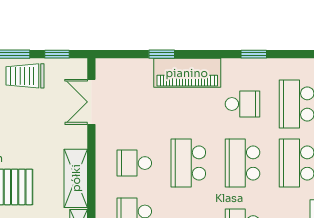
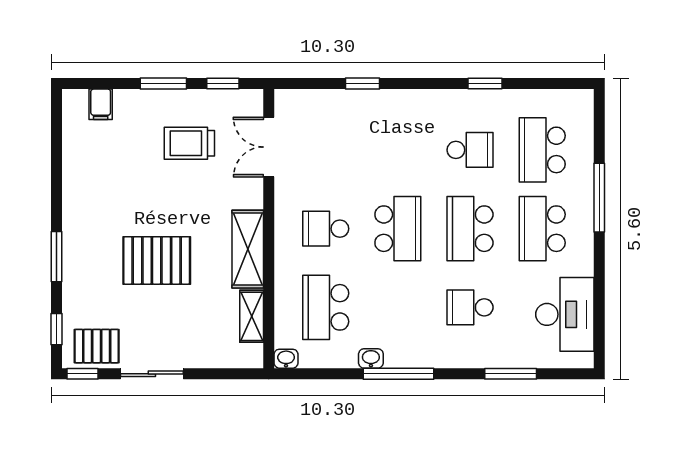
piano: (187, 73) -> (396, 108), removed
trolley: (25, 76) -> (189, 143), moved
school desk: (188, 163) -> (398, 229), turned 180

